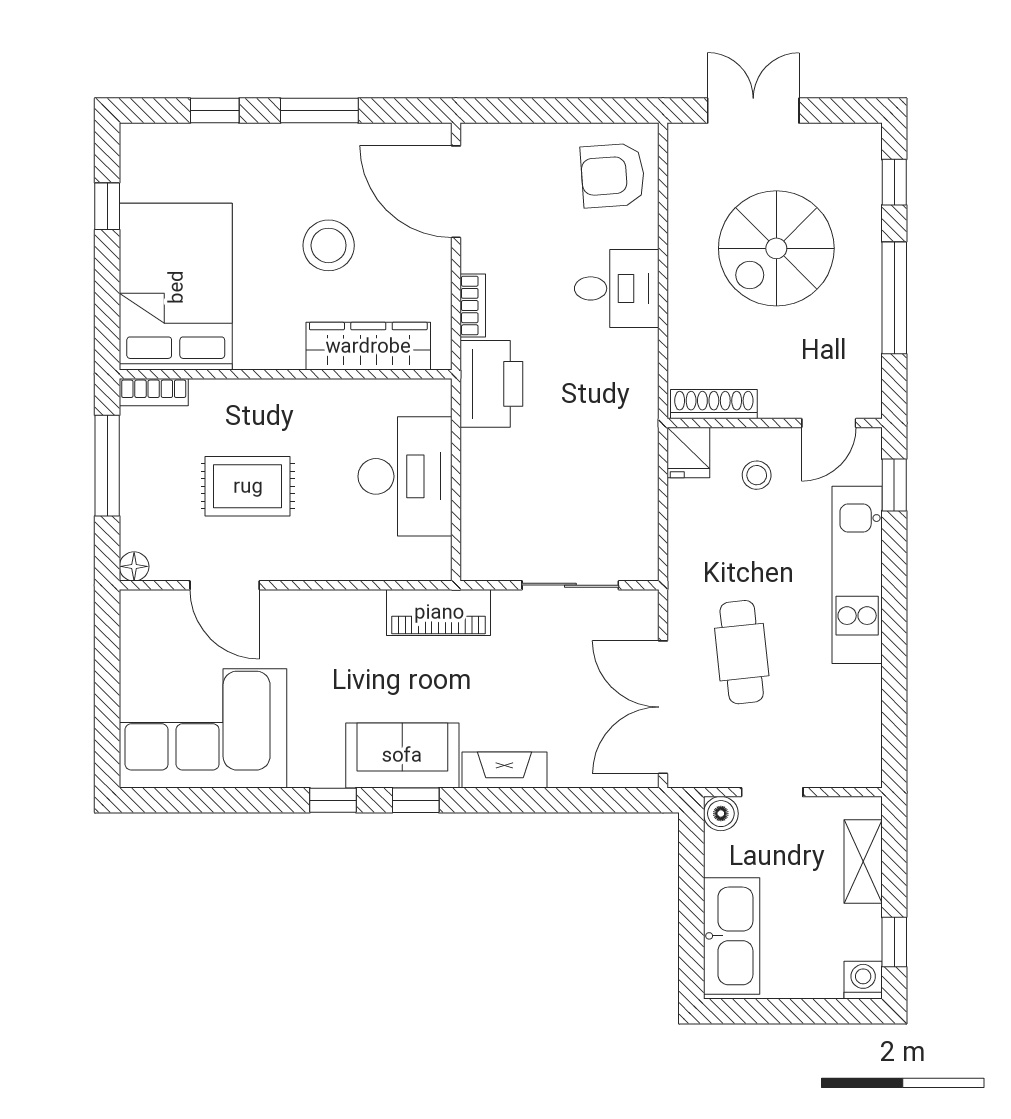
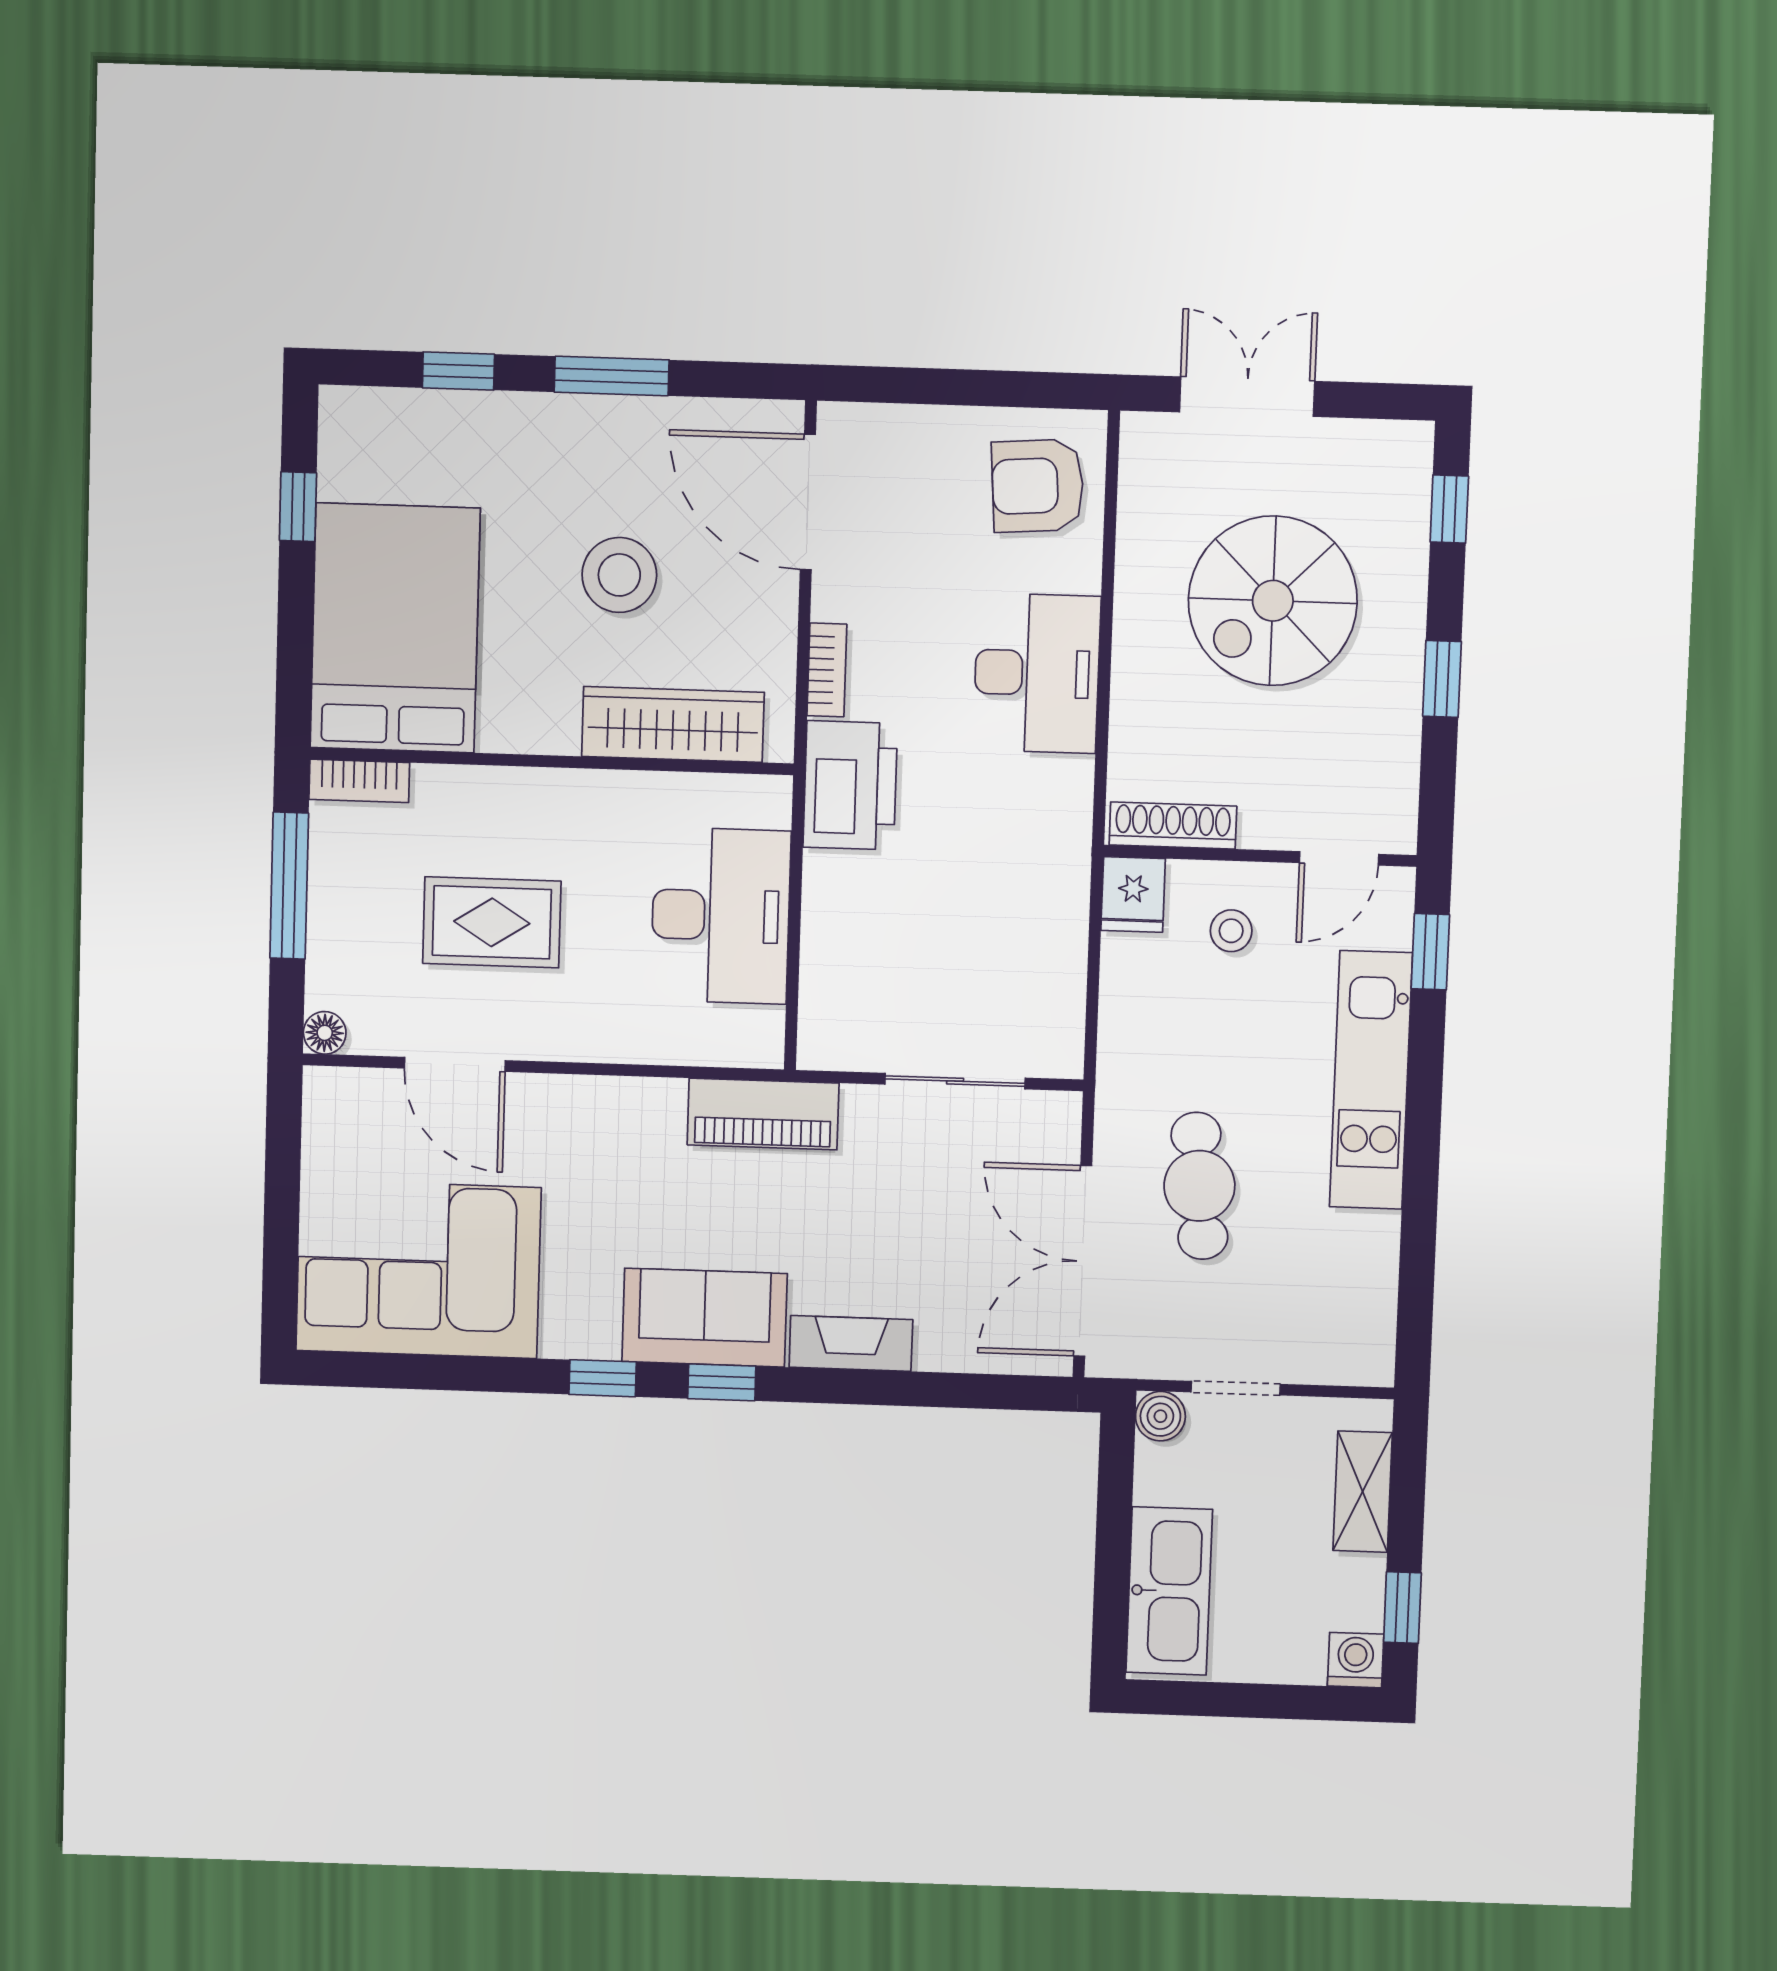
desk: (617, 288) -> (1037, 673), width x1.37
window: (894, 298) -> (1442, 679), width x0.46

